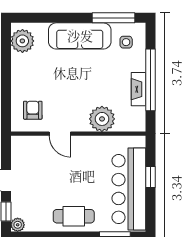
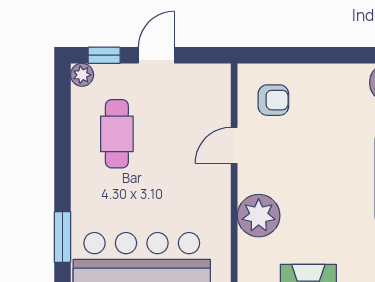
cafe table: (74, 216) -> (117, 134), moved

